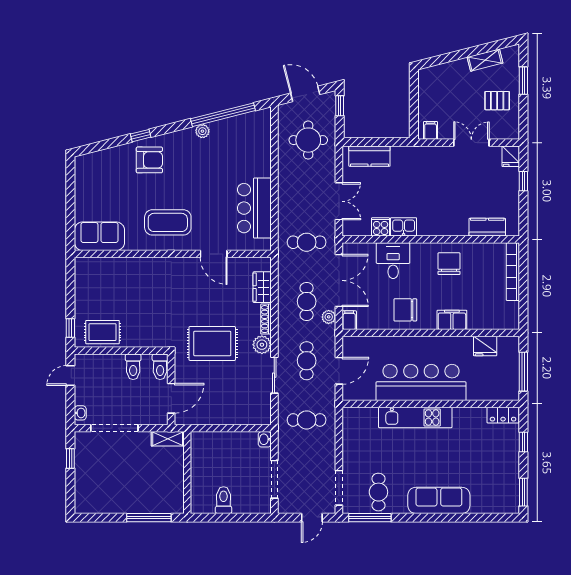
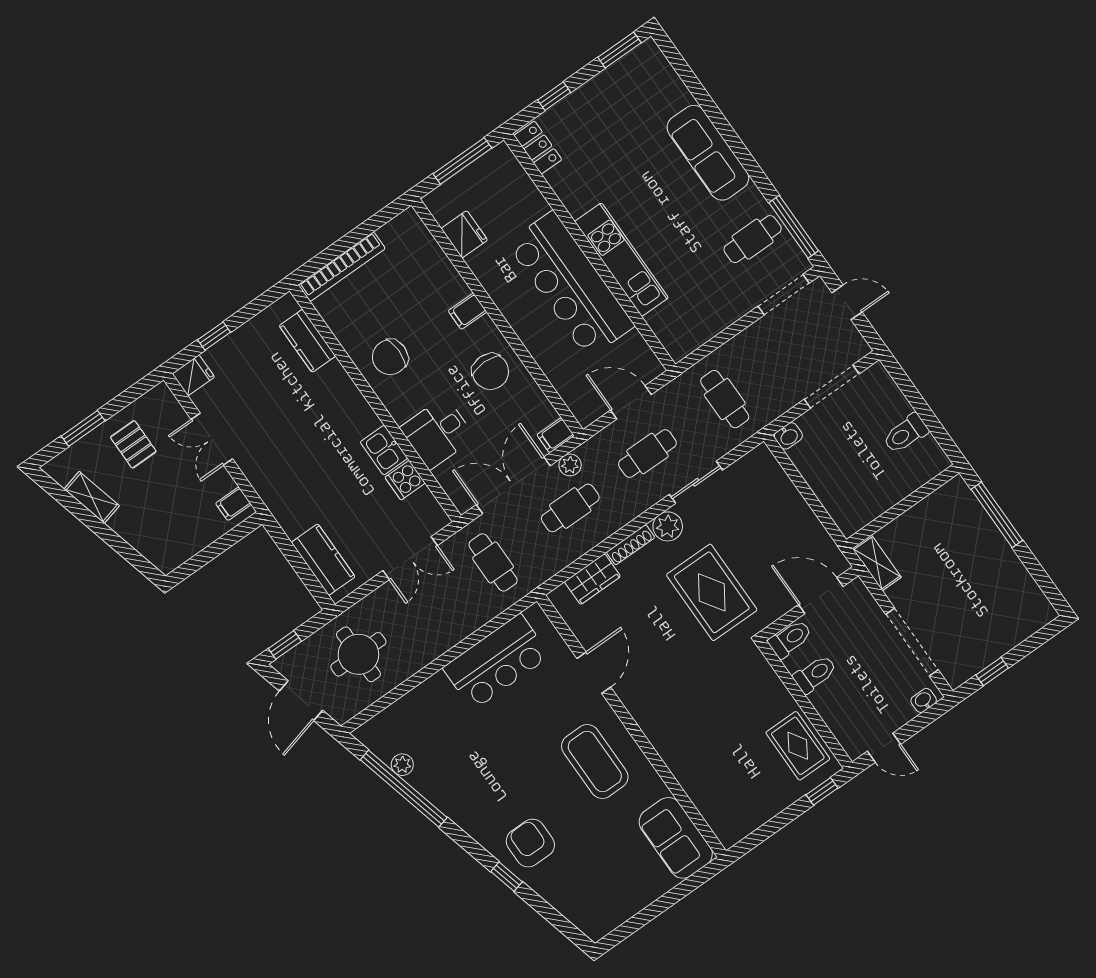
plant: (202, 131) -> (402, 765), moved
double door: (339, 201) -> (410, 558), swing flipped
filing cabinet: (452, 320) -> (467, 311), width x0.50

